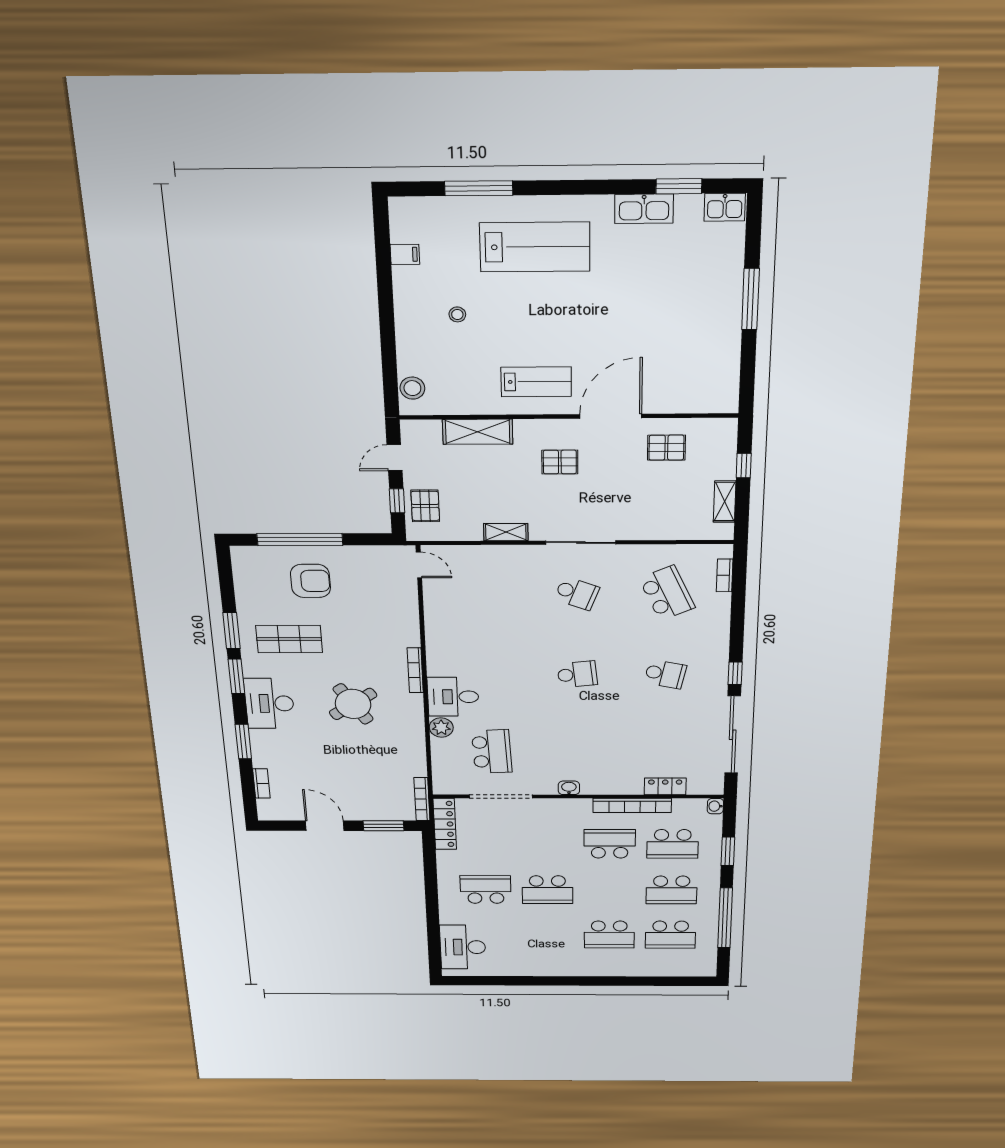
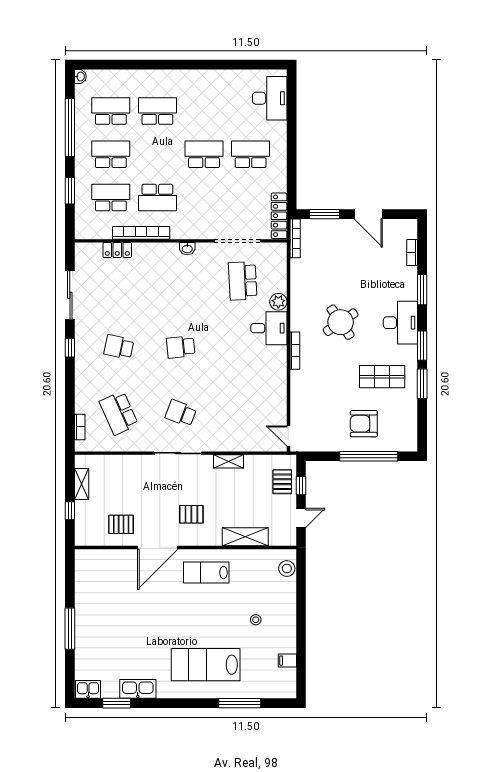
sliding door: (733, 735) -> (70, 295), width x0.73
washbasin: (715, 806) -> (80, 77), moved
school desk: (486, 890) -> (251, 154), turned 180

